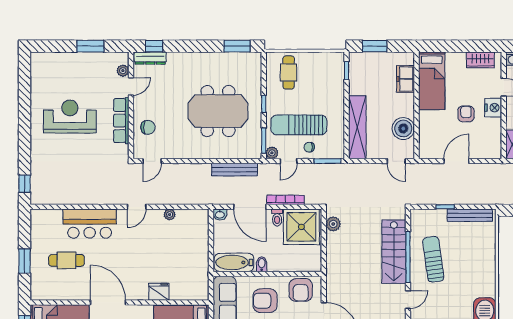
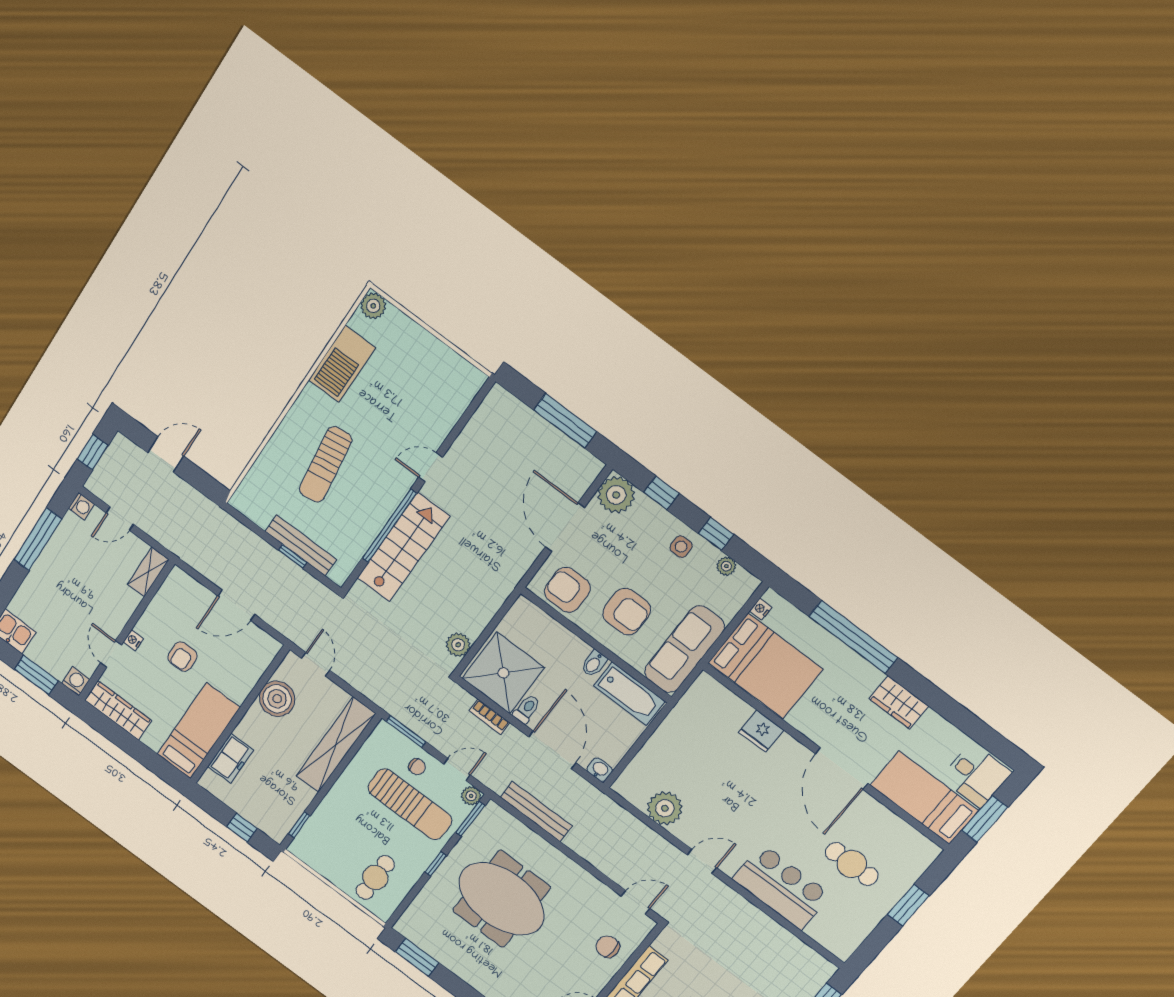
window: (375, 46) -> (242, 828), width x0.67
wardrobe: (480, 60) -> (118, 710), width x1.50
nightstand: (493, 108) -> (133, 640), width x0.53, depth x0.56
bookcase: (285, 200) -> (489, 717), width x0.64
plant: (170, 215) -> (665, 808), width x1.88, depth x1.88
bench: (470, 215) -> (301, 545), moved
sun lounger: (433, 259) -> (326, 465), moved
armchair: (301, 290) -> (567, 590), turned -90

